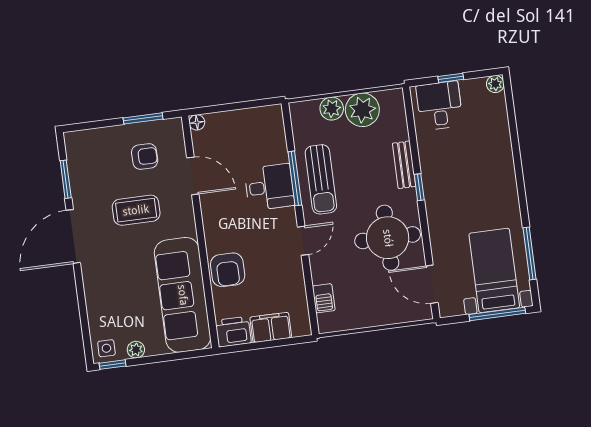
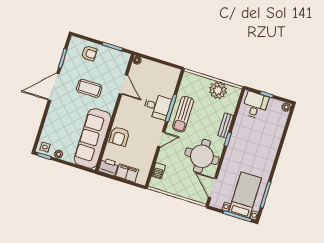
plant: (332, 109) -> (204, 83), removed
armchair: (145, 156) -> (89, 53), moved

